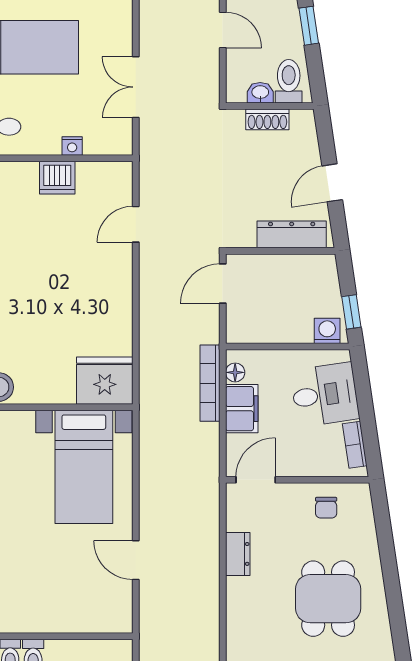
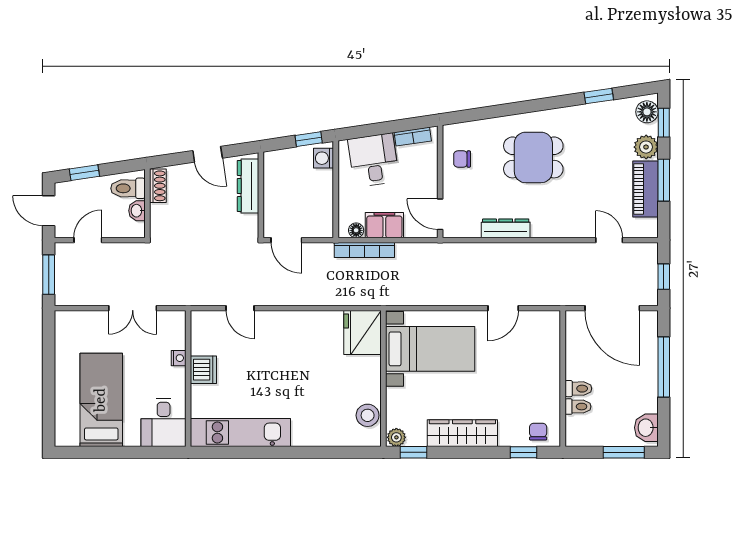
shoe rack: (267, 119) -> (158, 186), moved
chair: (326, 508) -> (462, 159), turned 180
dresser: (238, 554) -> (506, 228), width x1.44

